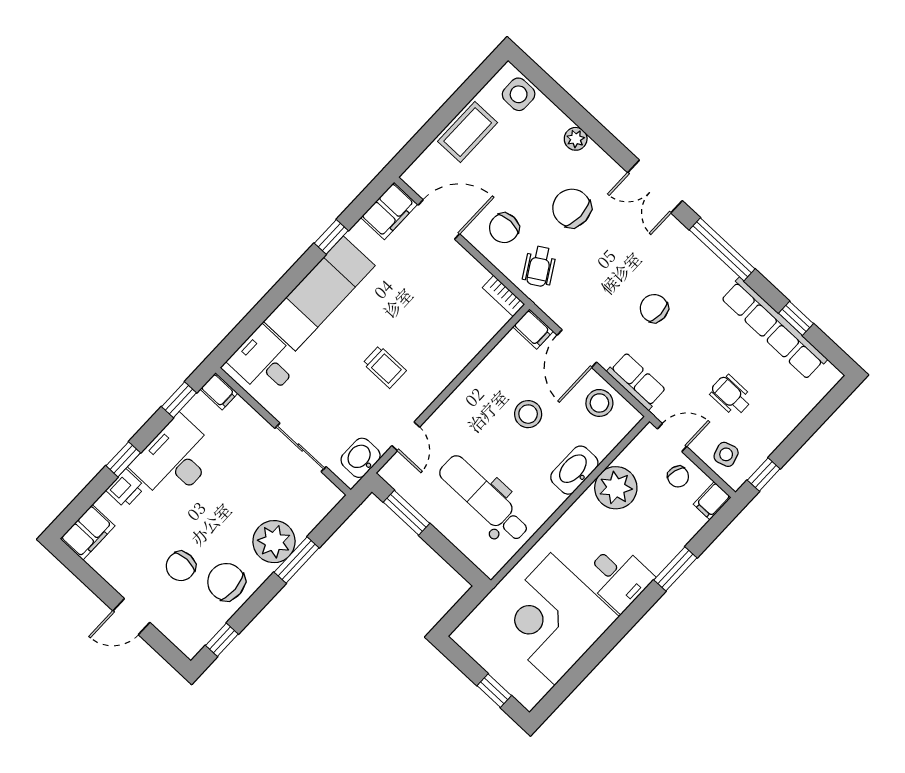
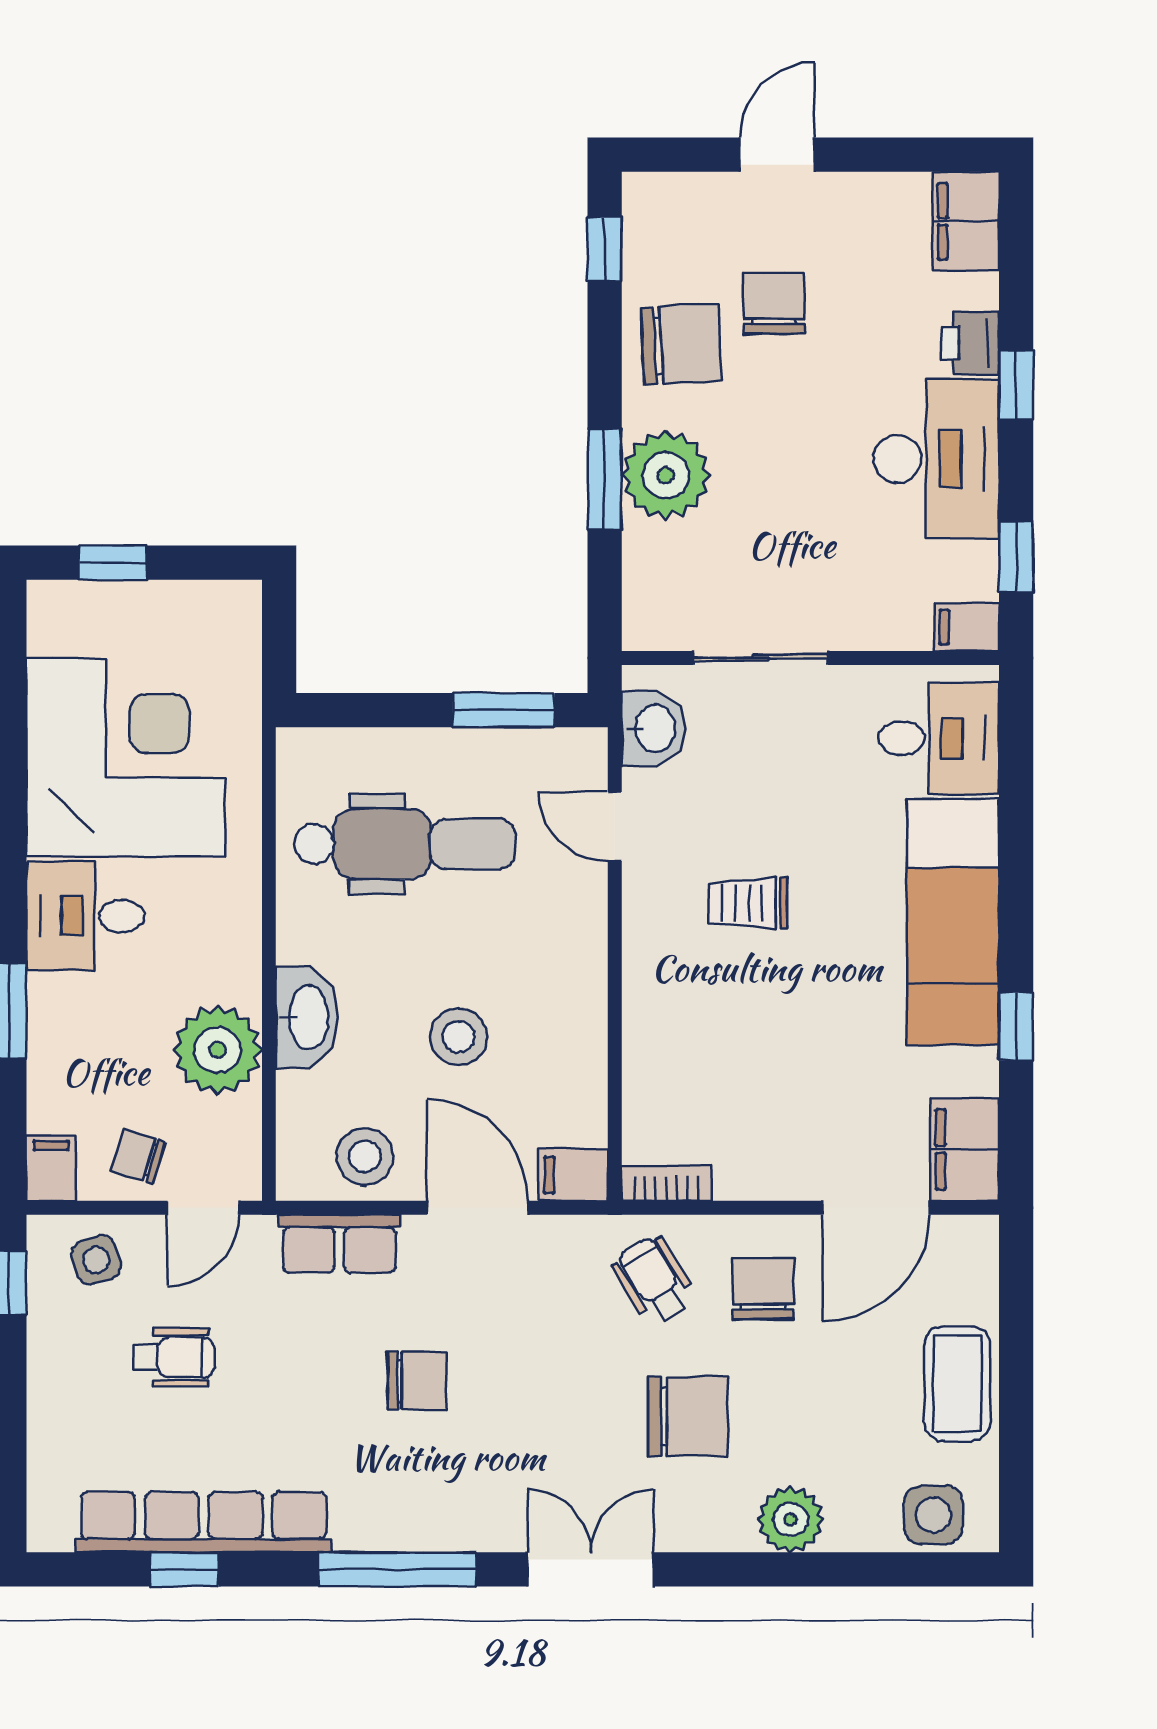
plant: (576, 139) -> (790, 1519), width x1.38, depth x1.38

